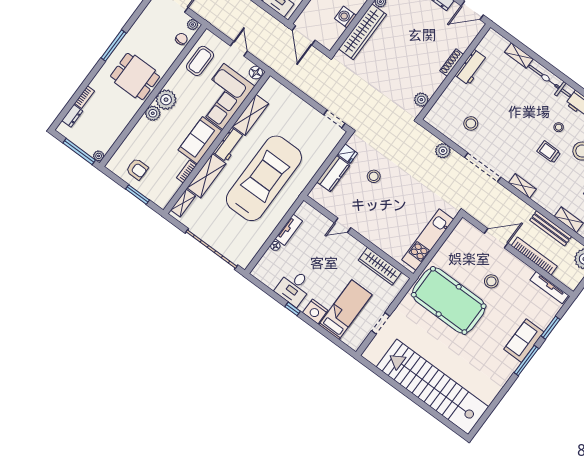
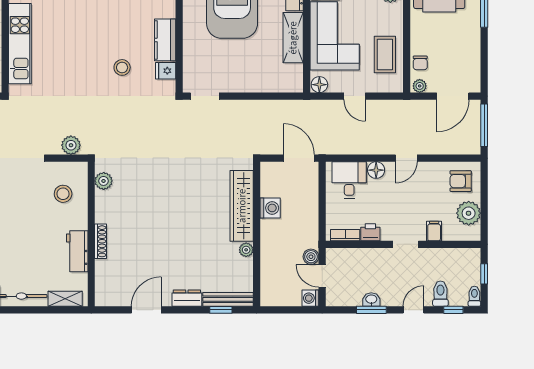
shoe rack: (452, 63) -> (101, 241), moved
workbench: (471, 67) -> (77, 251), moved
wall: (454, 72) -> (91, 234), moved
plant: (421, 100) -> (104, 181), moved

